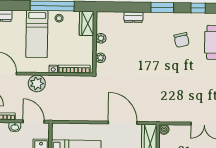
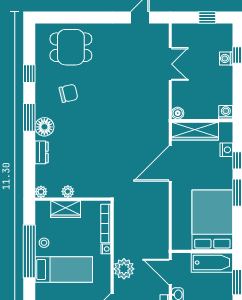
floor lamp: (154, 20) -> (44, 127), added
wardrobe: (87, 23) -> (66, 209), moved
plant: (100, 58) -> (41, 192), moved
door: (34, 121) -> (170, 272), hinge flipped

